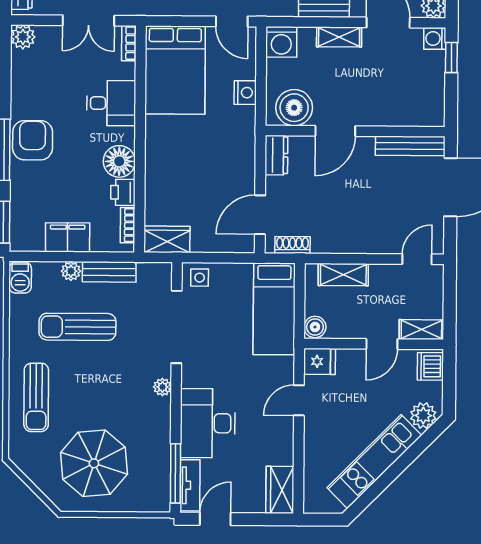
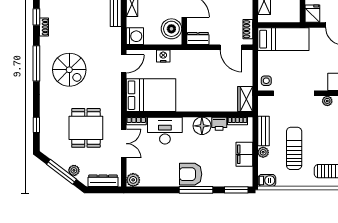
desk: (111, 103) -> (165, 131), width x1.37
sun lounger: (77, 327) -> (294, 148), turned 180
boiler: (315, 327) -> (293, 16), removed

